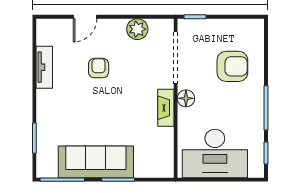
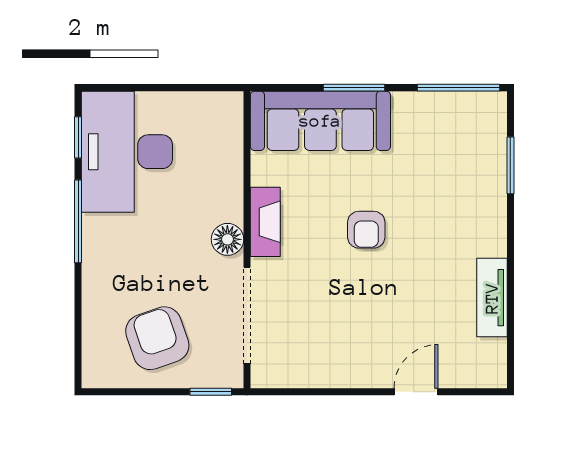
plant: (137, 29) -> (318, 369), removed
armchair: (232, 66) -> (157, 338), moved, turned 71
armchair: (99, 68) -> (366, 230), moved
desk: (215, 154) -> (127, 152), moved, turned -90
sofa: (96, 162) -> (320, 121), moved

